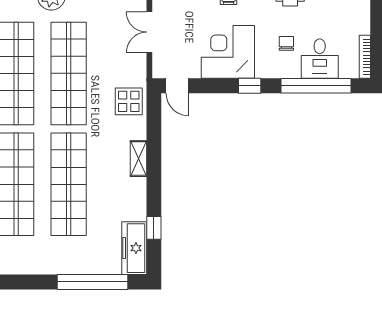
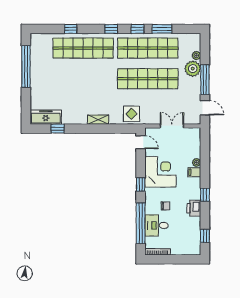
door: (177, 86) -> (141, 142), swing flipped
shop shelf: (69, 184) -> (83, 79), removed
window: (93, 282) -> (26, 67), moved

